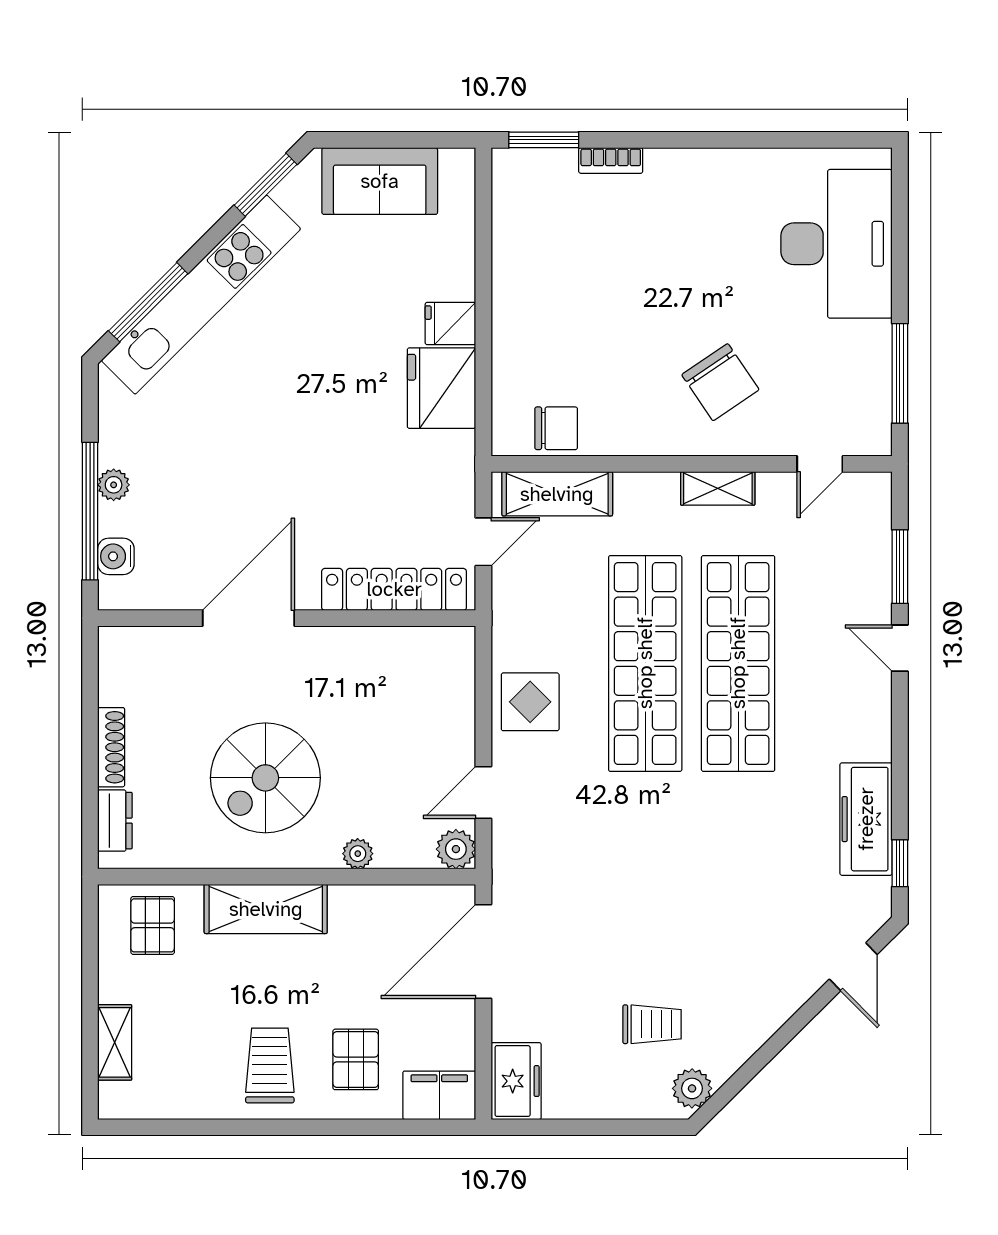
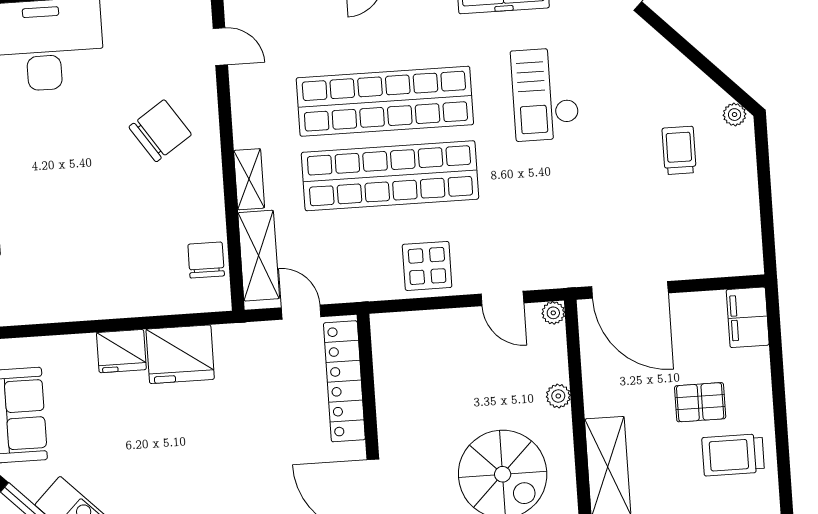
fridge: (450, 324) -> (121, 351), width x1.38
shelving: (718, 488) -> (249, 179), moved
plant: (456, 849) -> (553, 313), width x0.73, depth x0.73
checkout: (733, 863) -> (545, 94), added
pallet: (356, 1059) -> (700, 402), moved
freezer: (516, 1081) -> (732, 256), removed
plant: (692, 1088) -> (735, 115), width x0.73, depth x0.73

